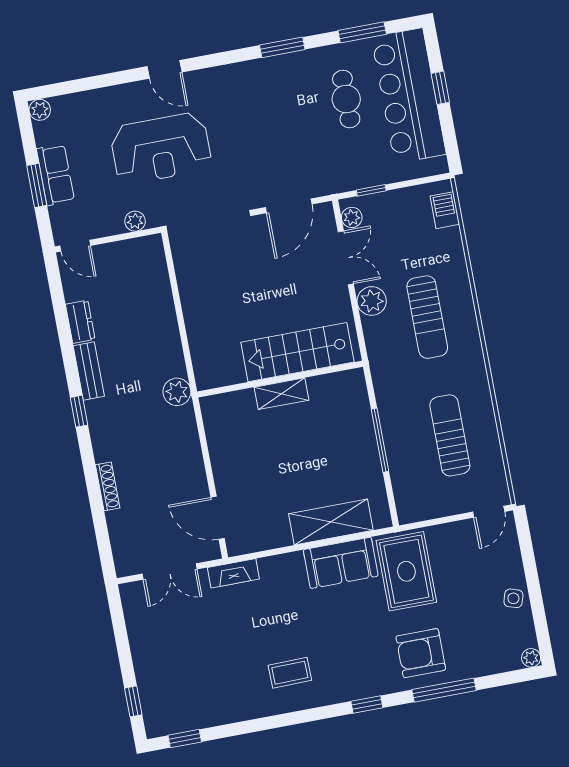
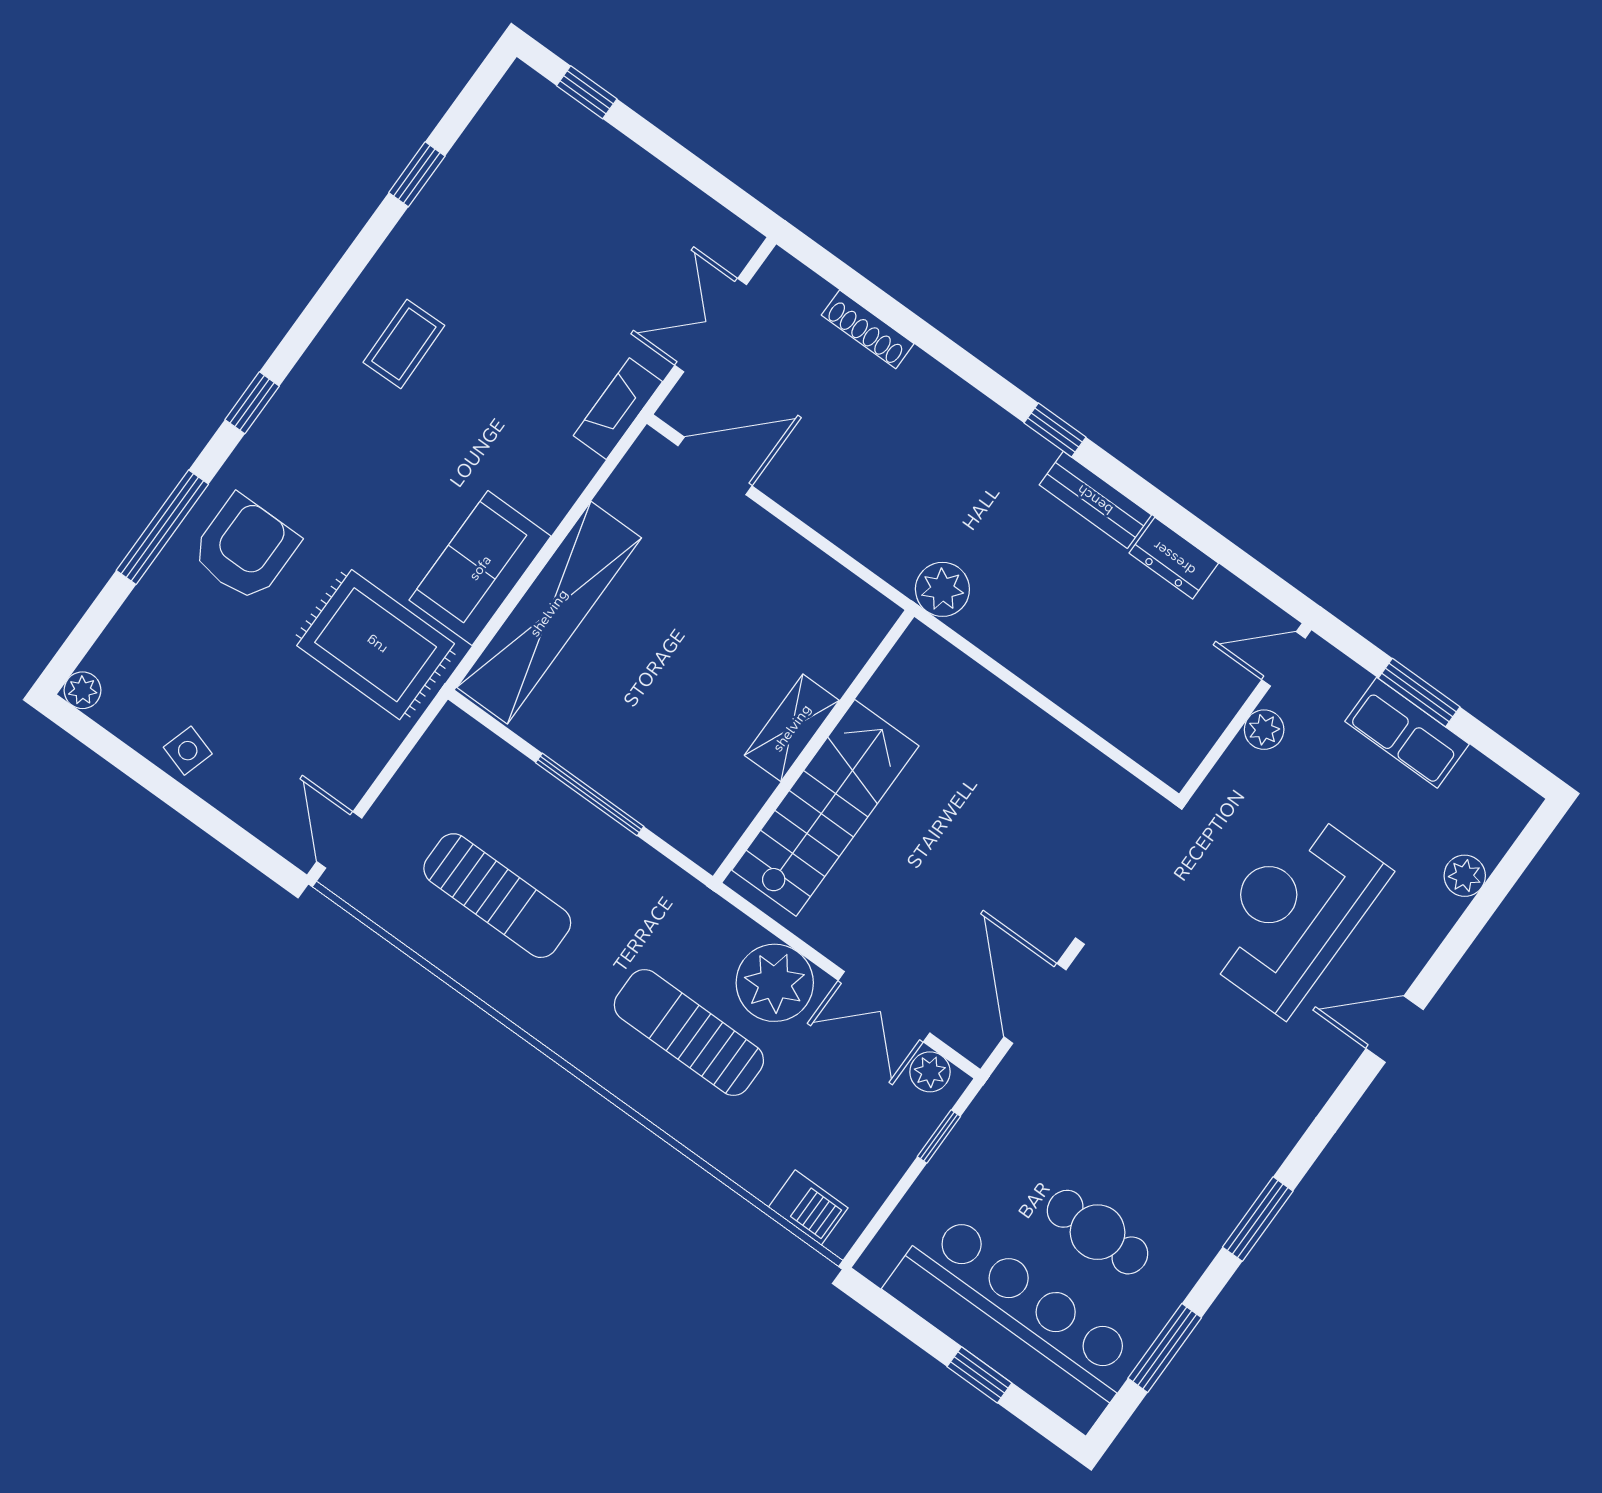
plant: (40, 110) -> (1465, 876), moved
plant: (135, 221) -> (1264, 730), moved
plant: (372, 301) -> (775, 983), width x1.36, depth x1.36
shoe rack: (108, 486) -> (868, 329), moved
shelving: (331, 522) -> (549, 613), width x1.47
window: (185, 739) -> (417, 174), moved

